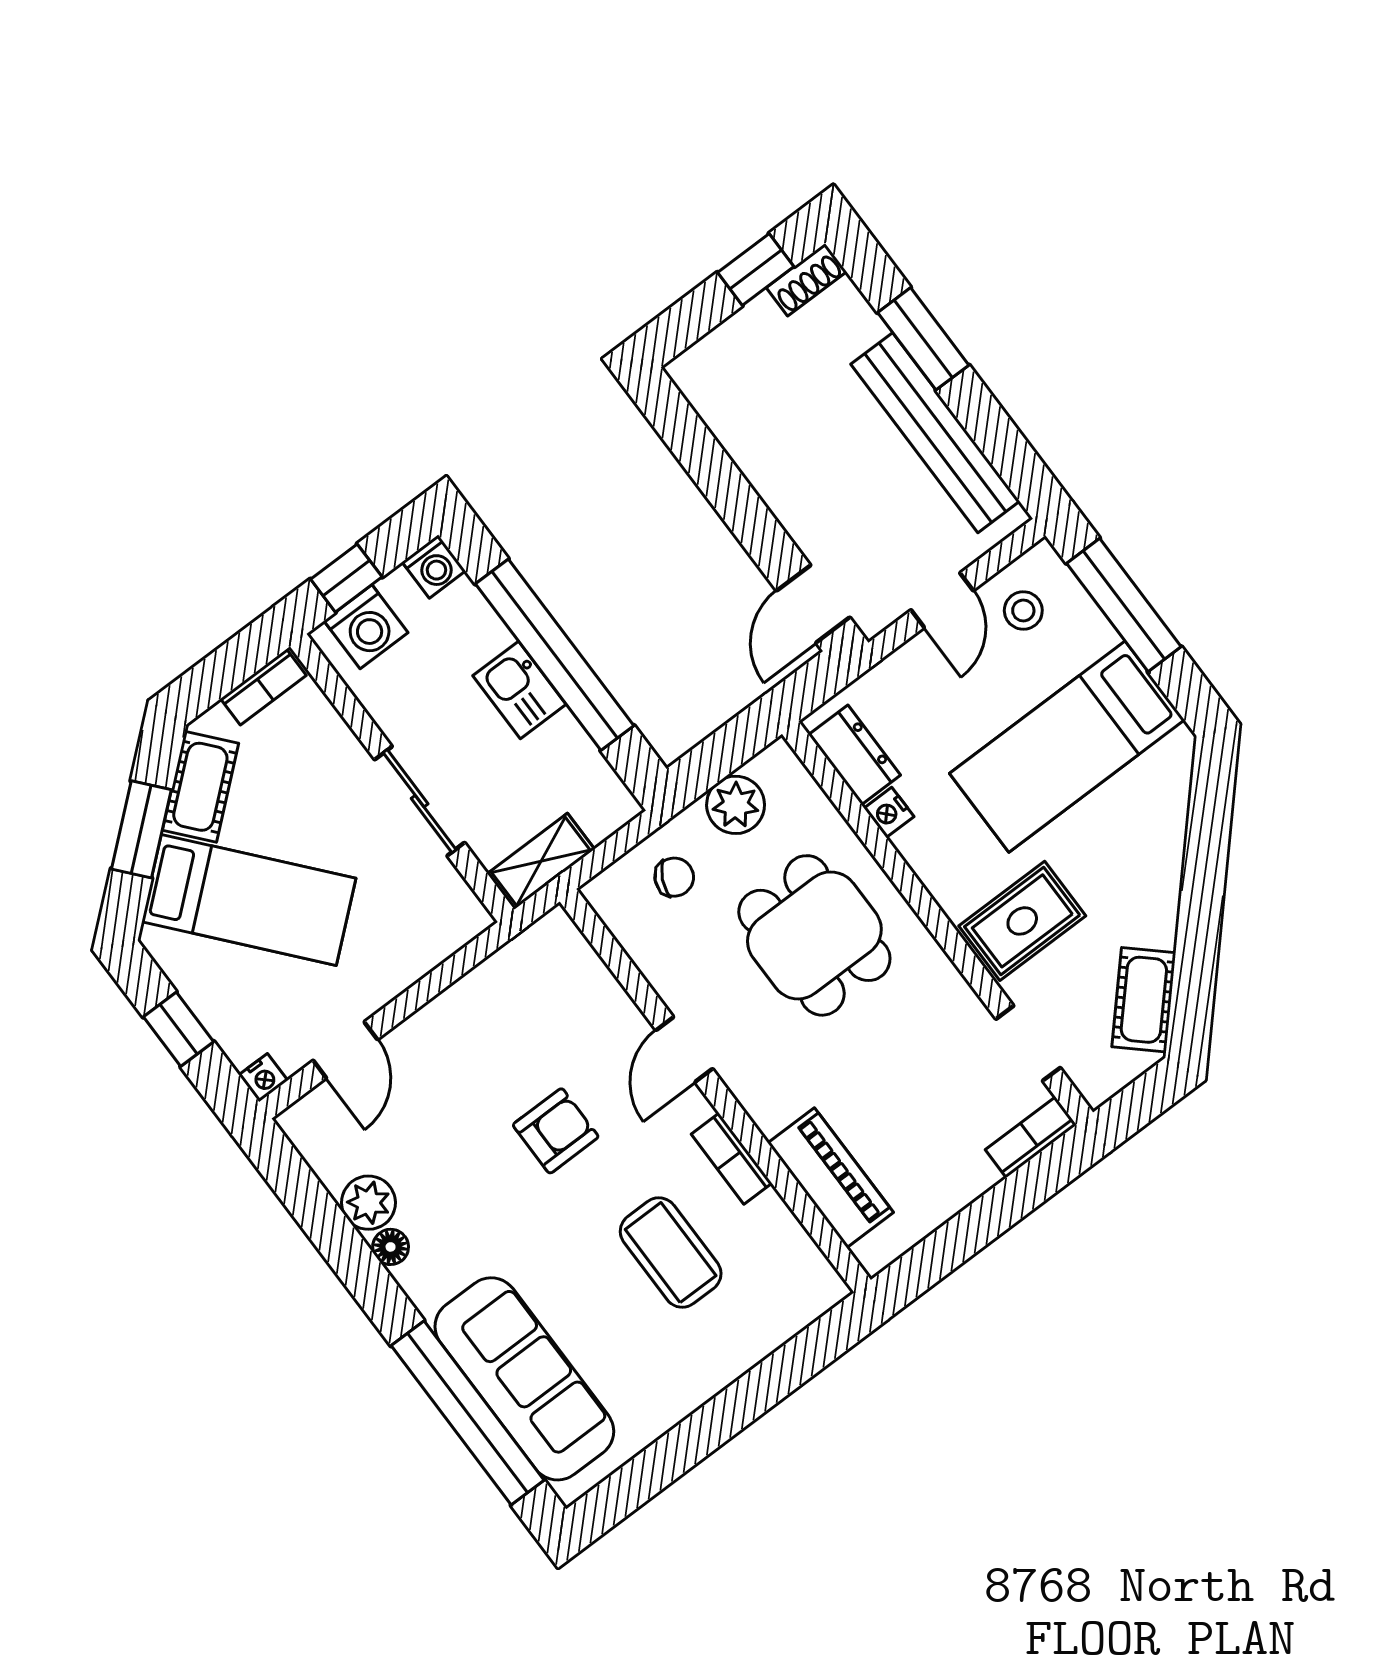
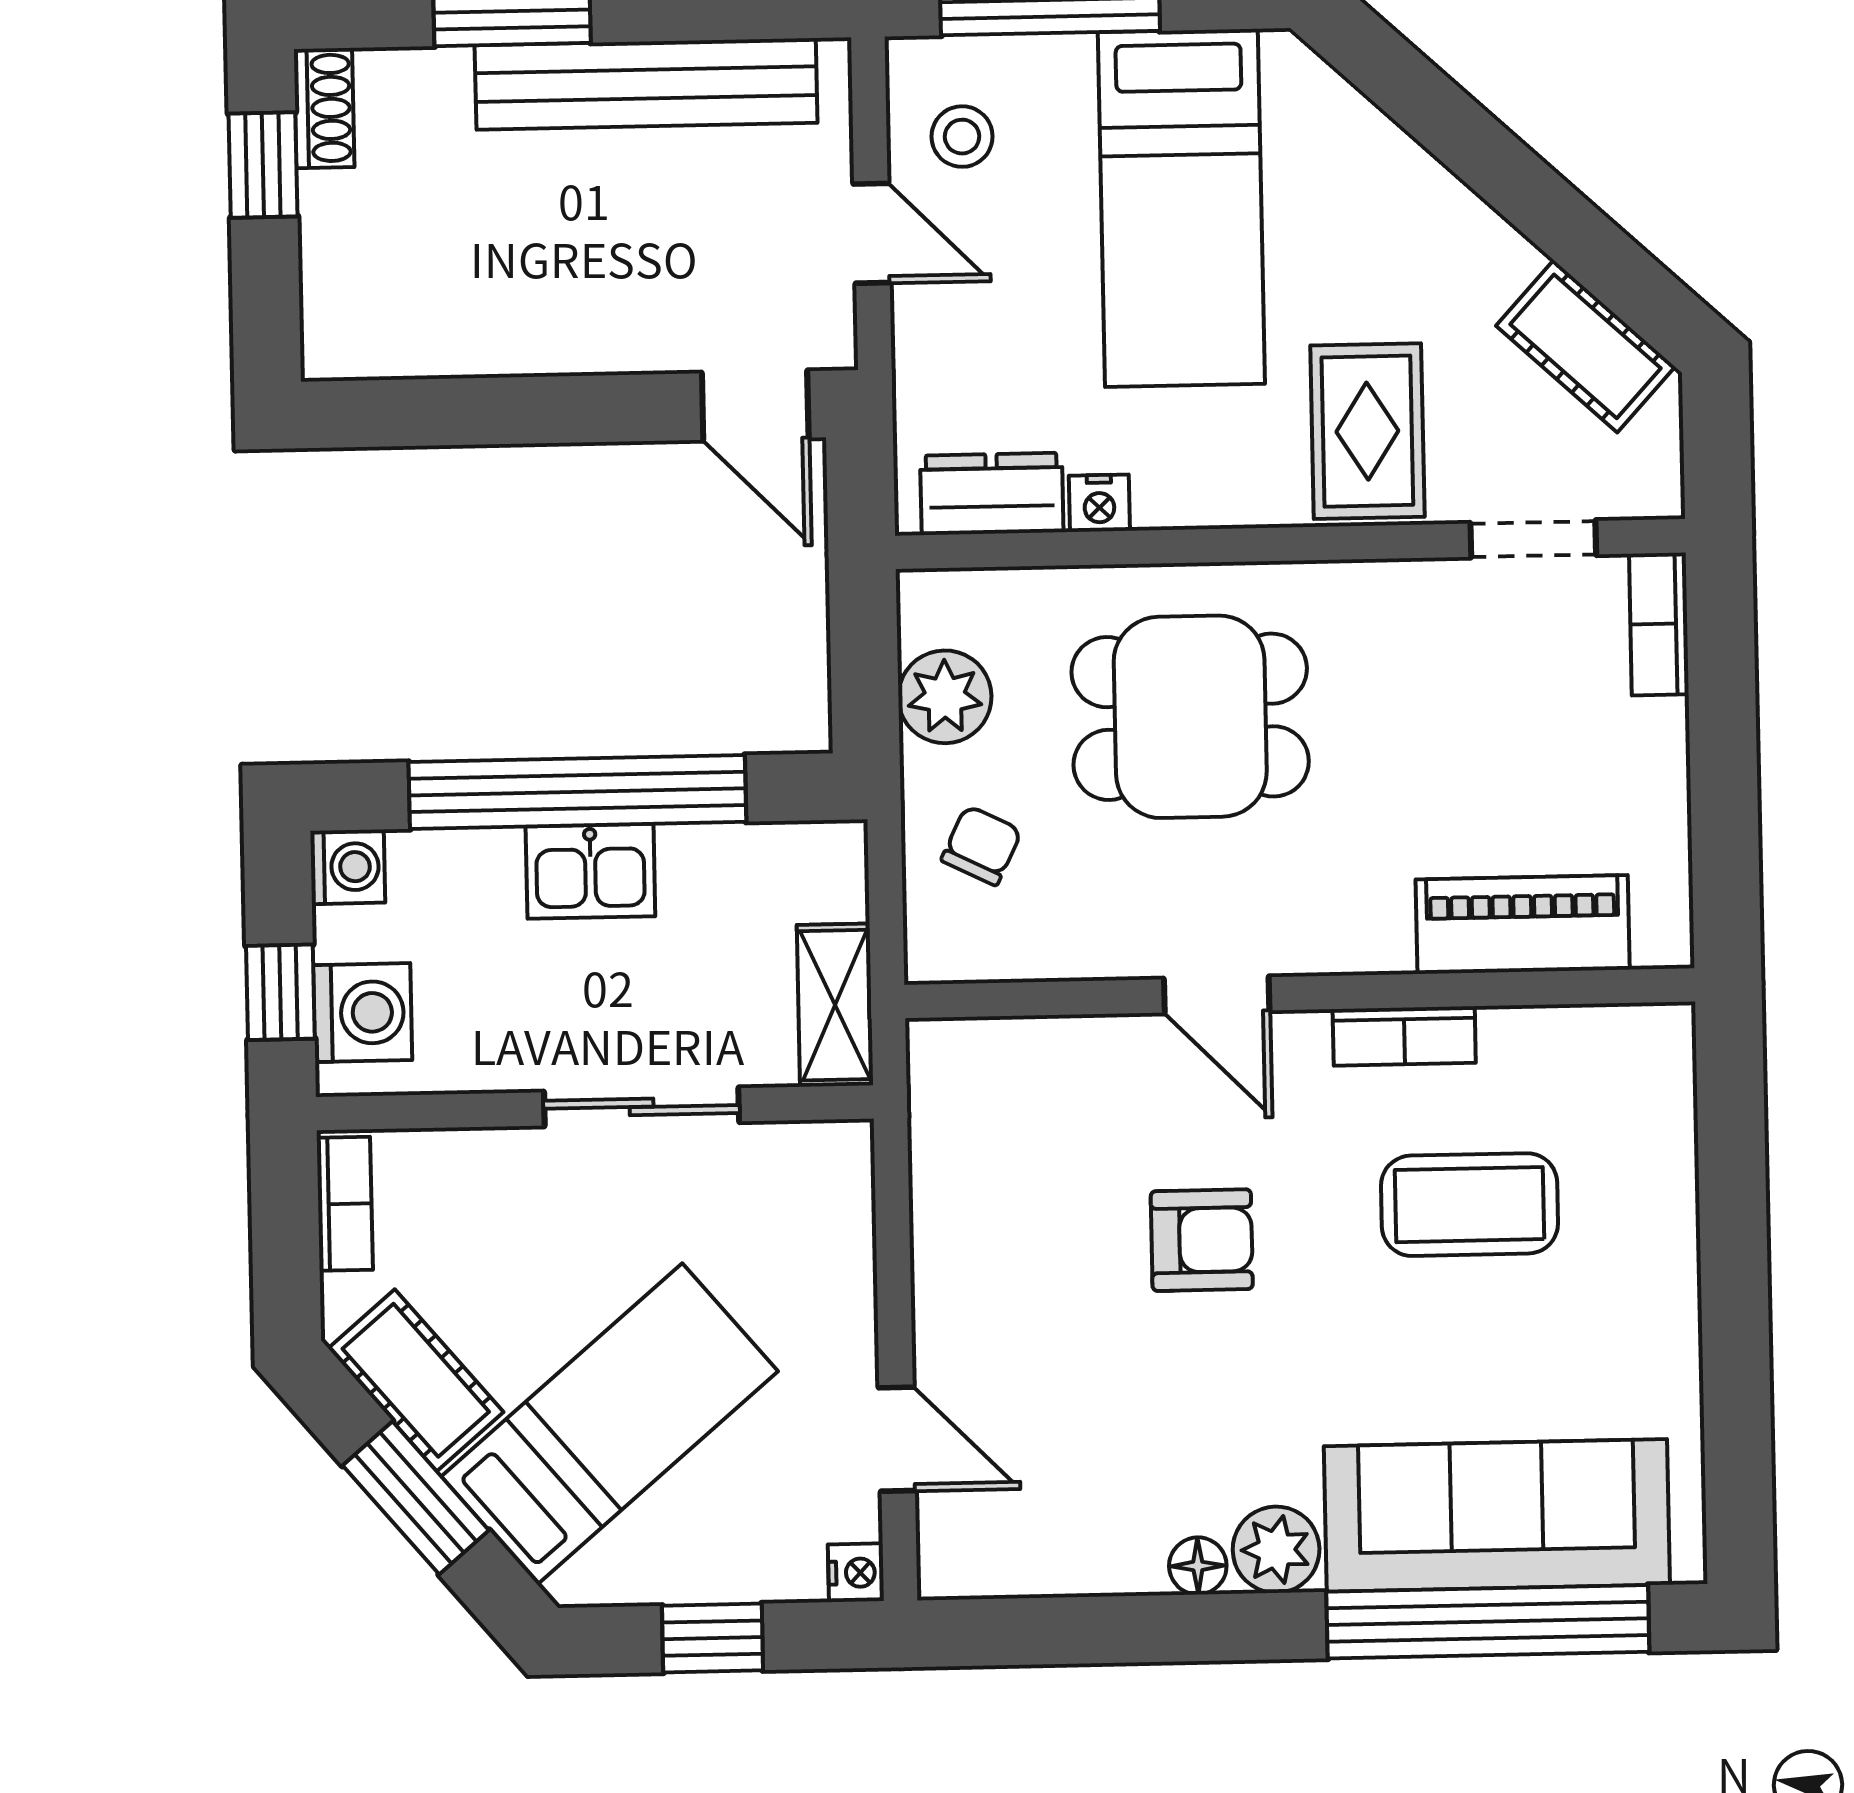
armchair: (556, 1131) -> (1202, 1240), turned 90
plant: (369, 1203) -> (1276, 1550), moved

